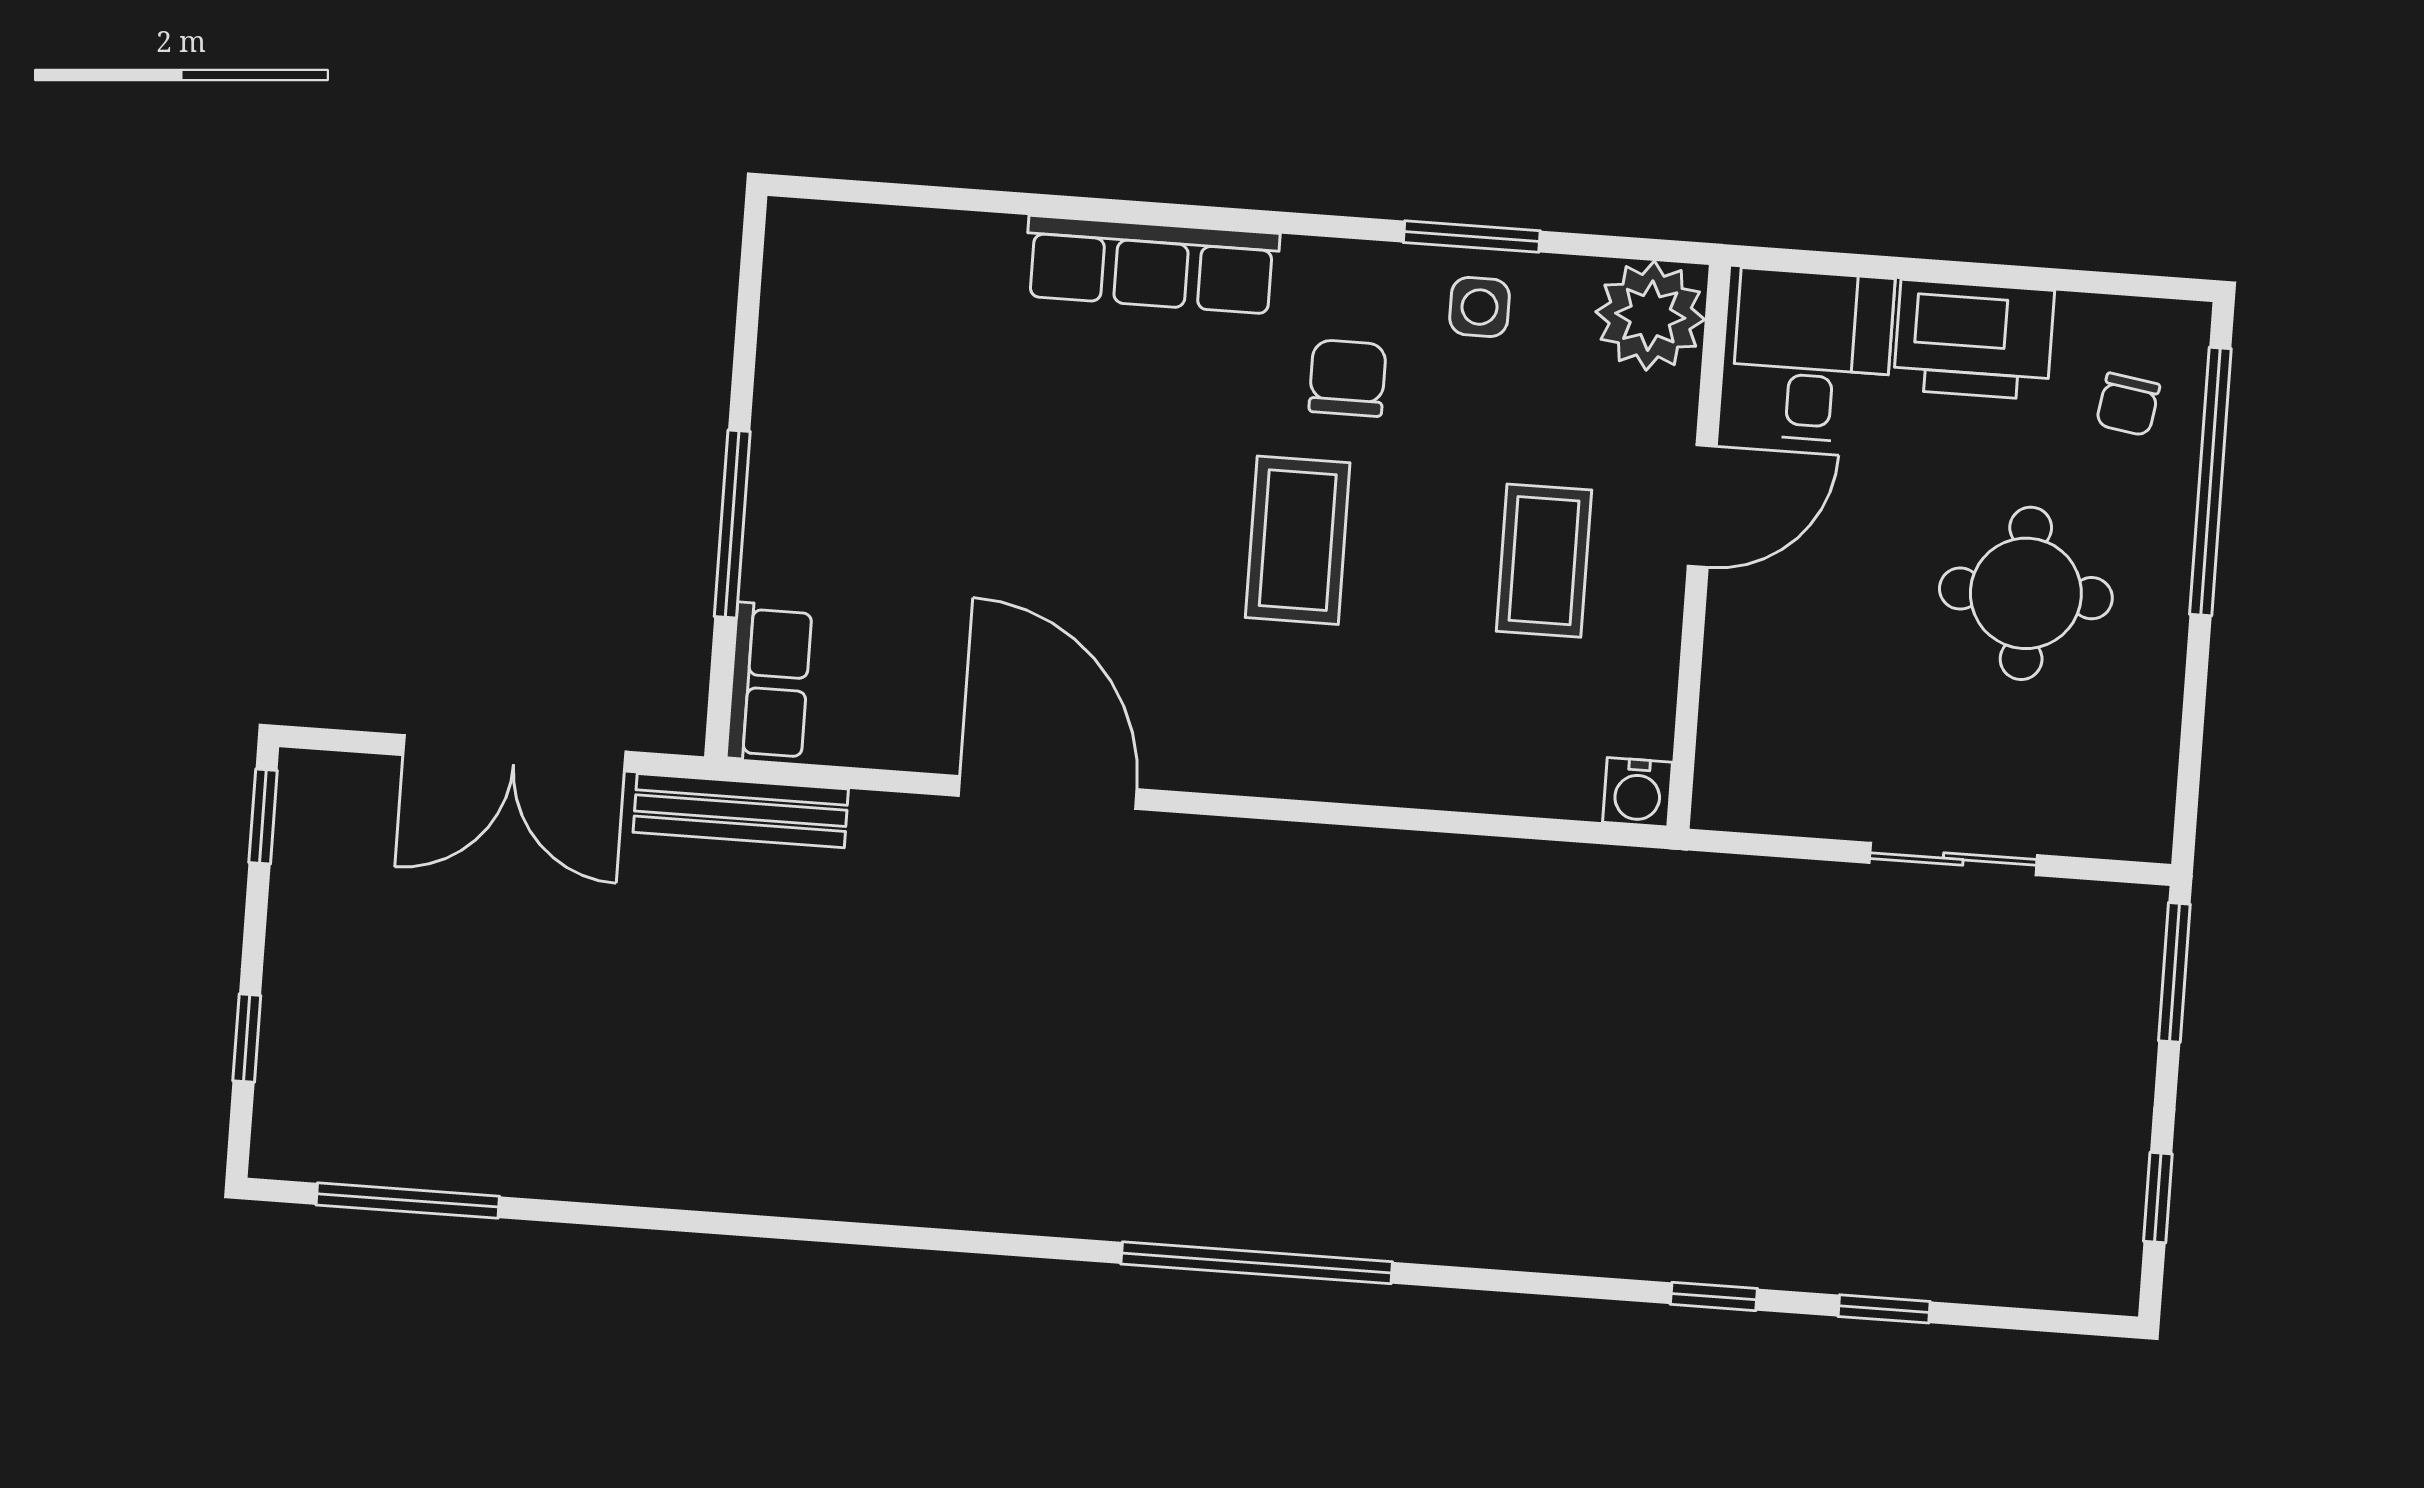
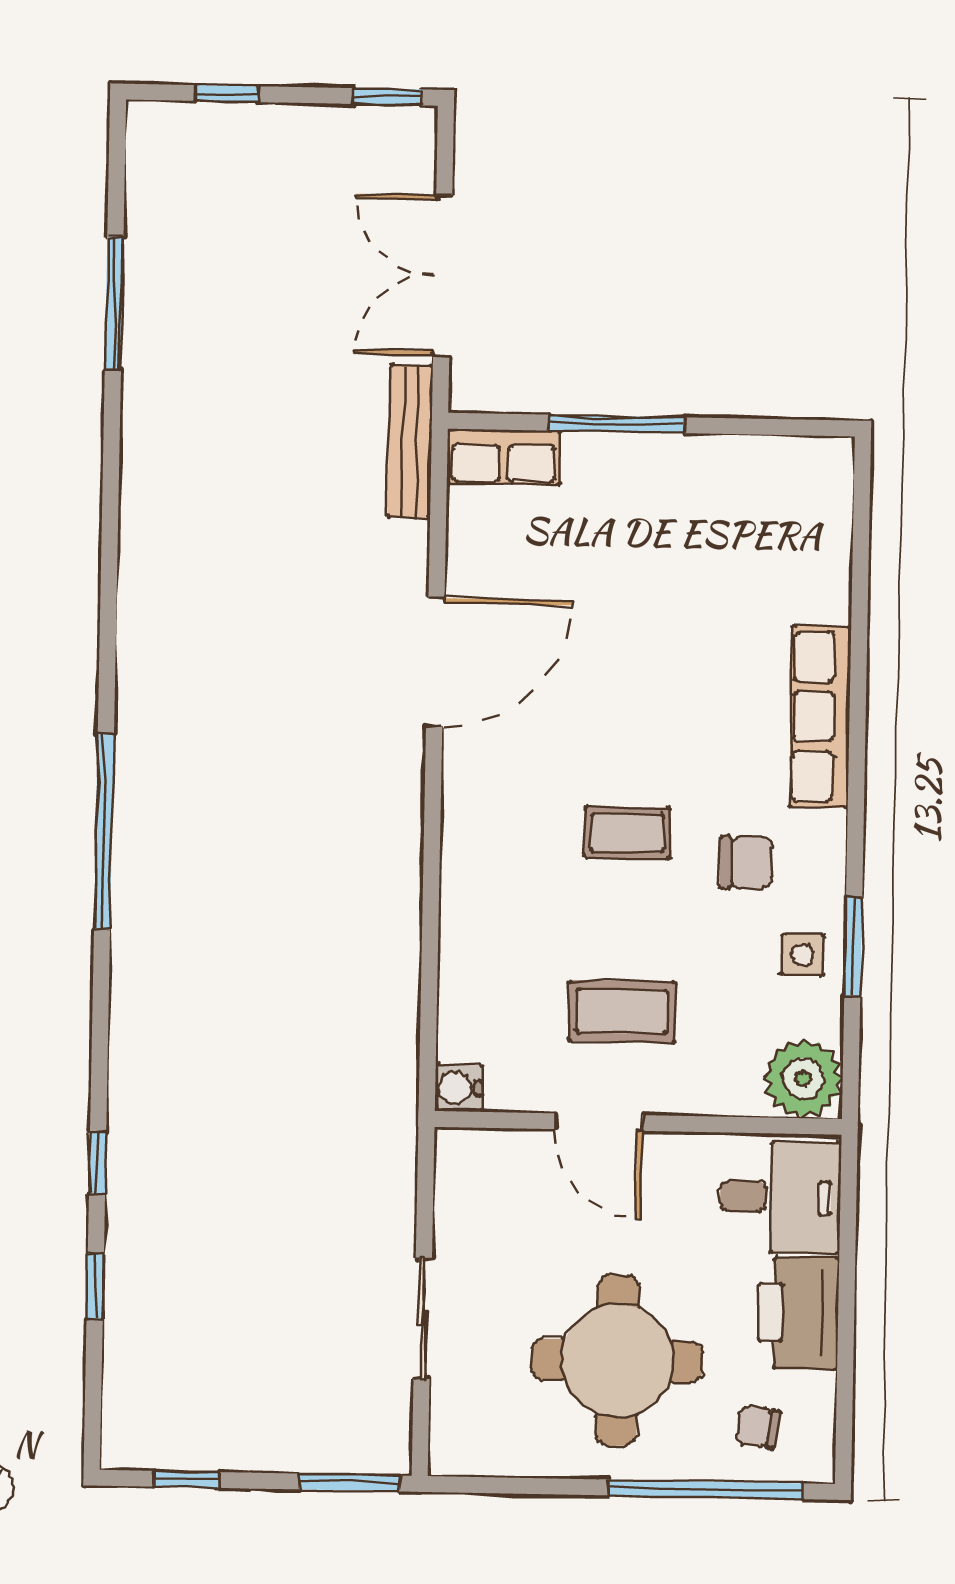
door: (1702, 506) -> (598, 1122), moved
coffee table: (1298, 540) -> (627, 833), width x0.73, depth x0.77
round table: (2026, 593) -> (617, 1360), width x1.36, depth x1.36
window: (408, 1201) -> (114, 303), moved

